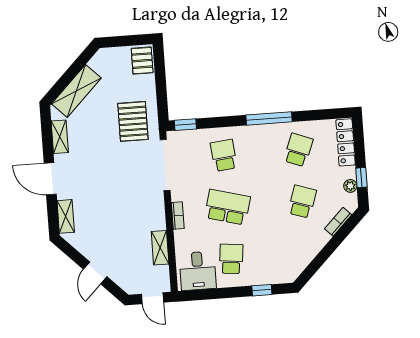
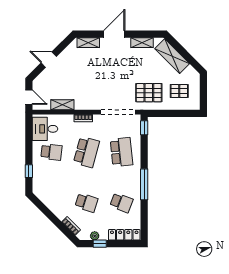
pallet: (142, 61) -> (179, 91), moved
school desk: (224, 155) -> (121, 152), width x1.85
door: (153, 298) -> (29, 97), swing flipped

